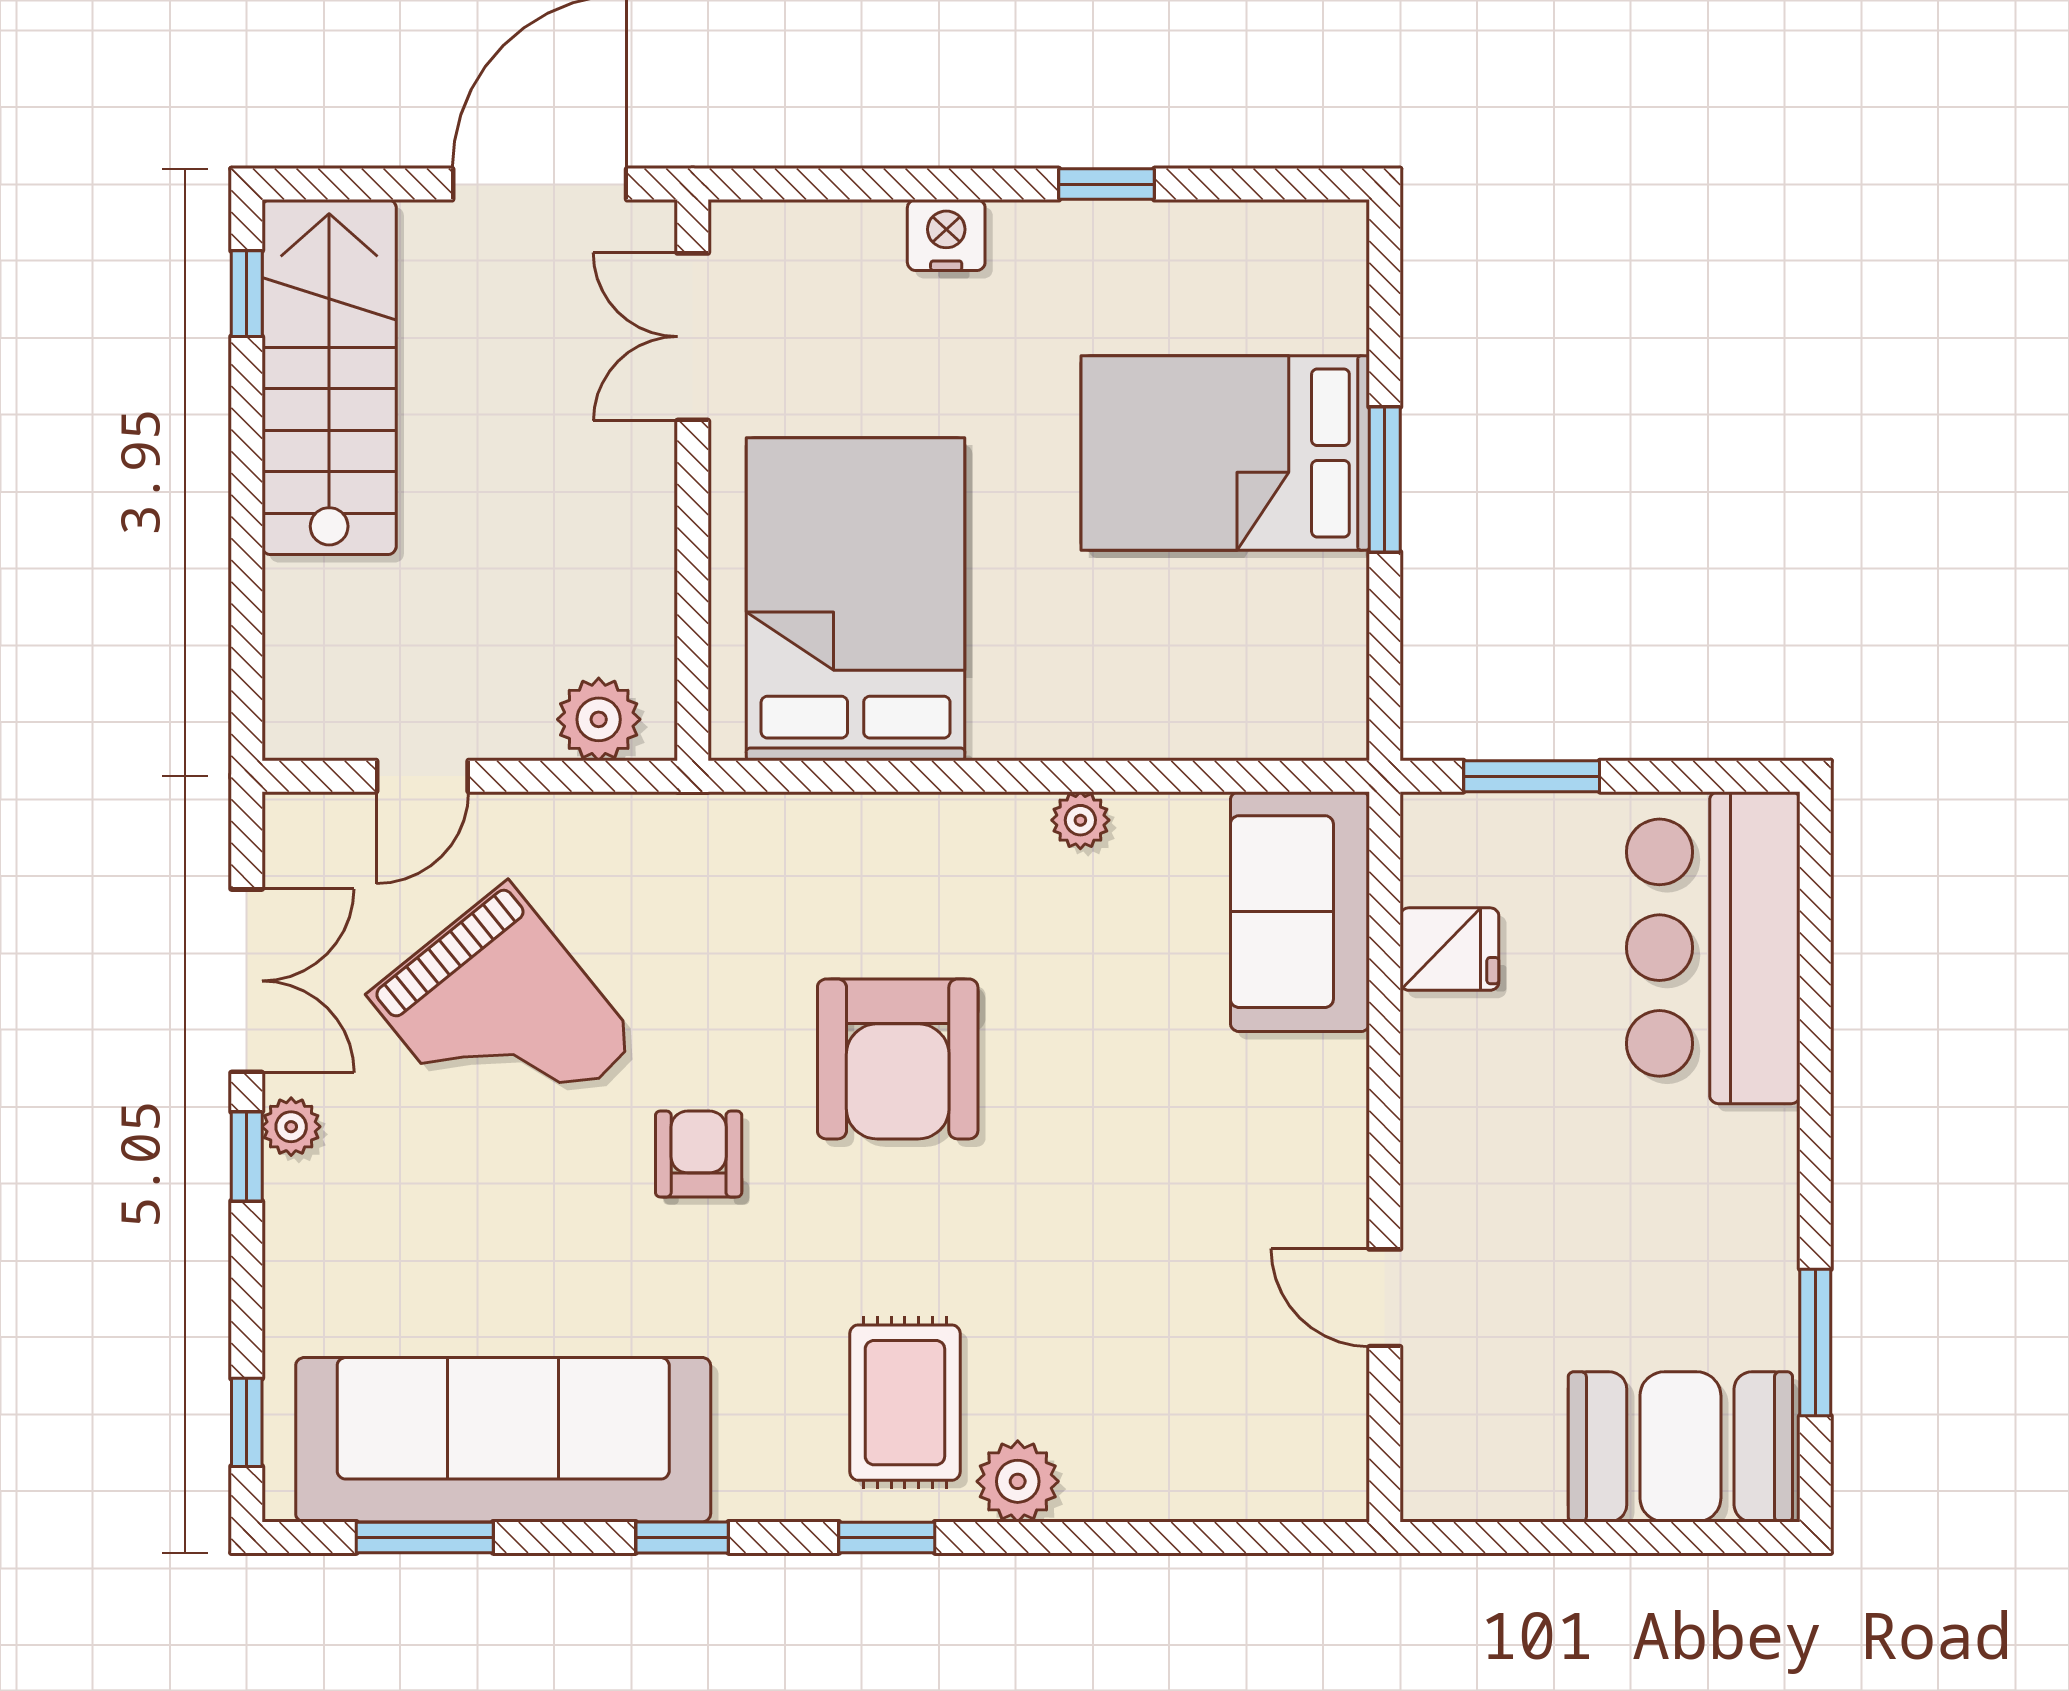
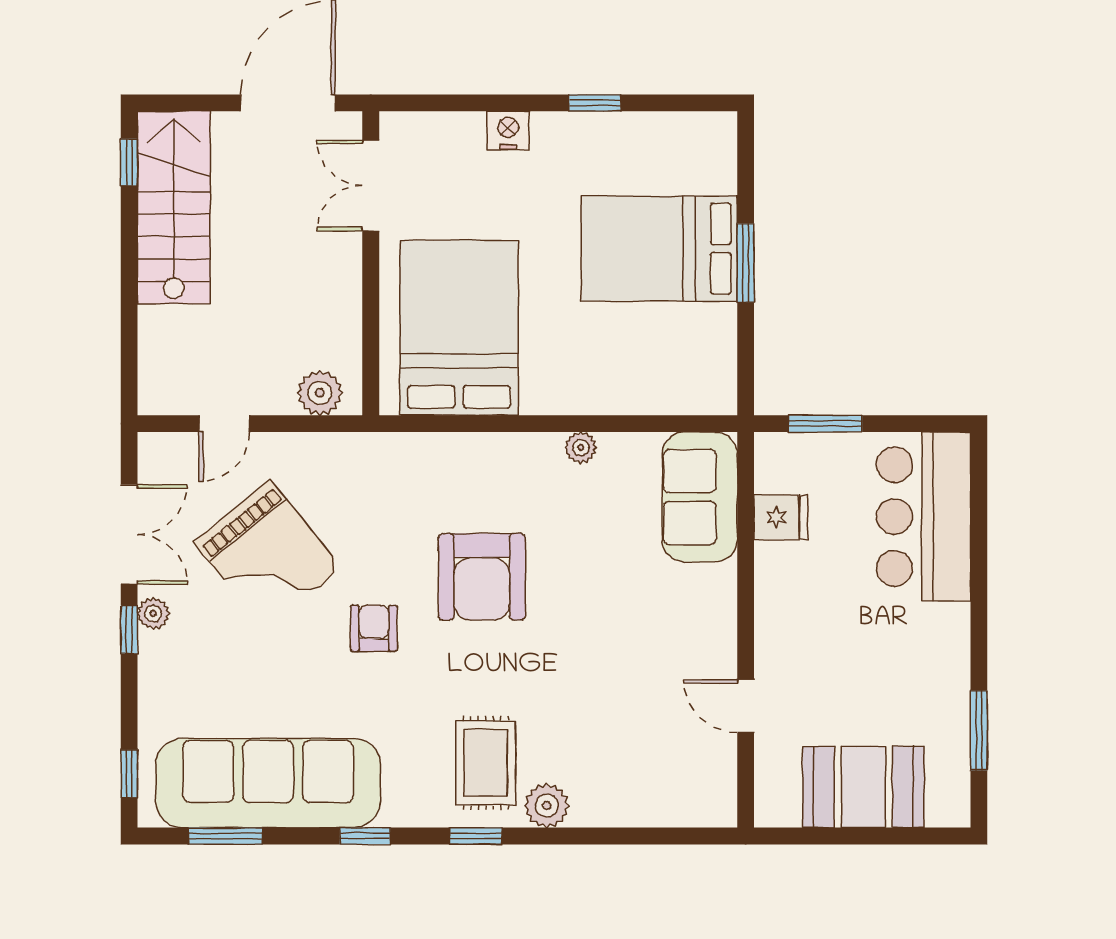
booth: (1680, 1447) -> (863, 787), moved

